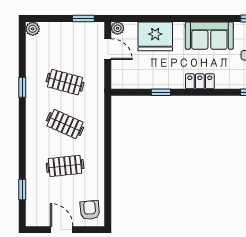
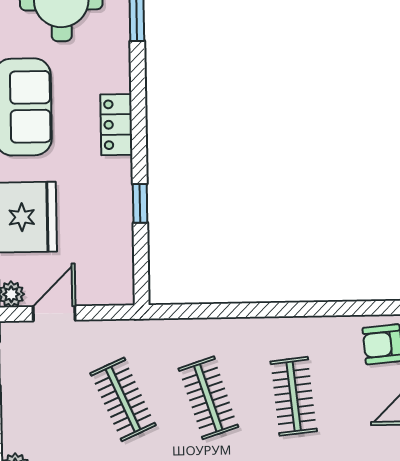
clothes rail: (65, 82) -> (123, 399), turned -39
clothes rail: (65, 124) -> (208, 398), turned -42

